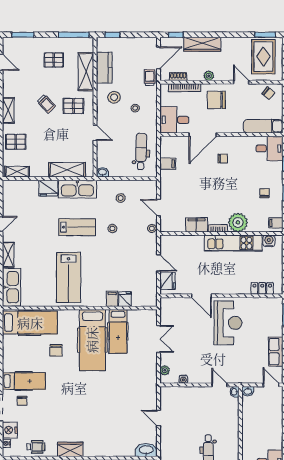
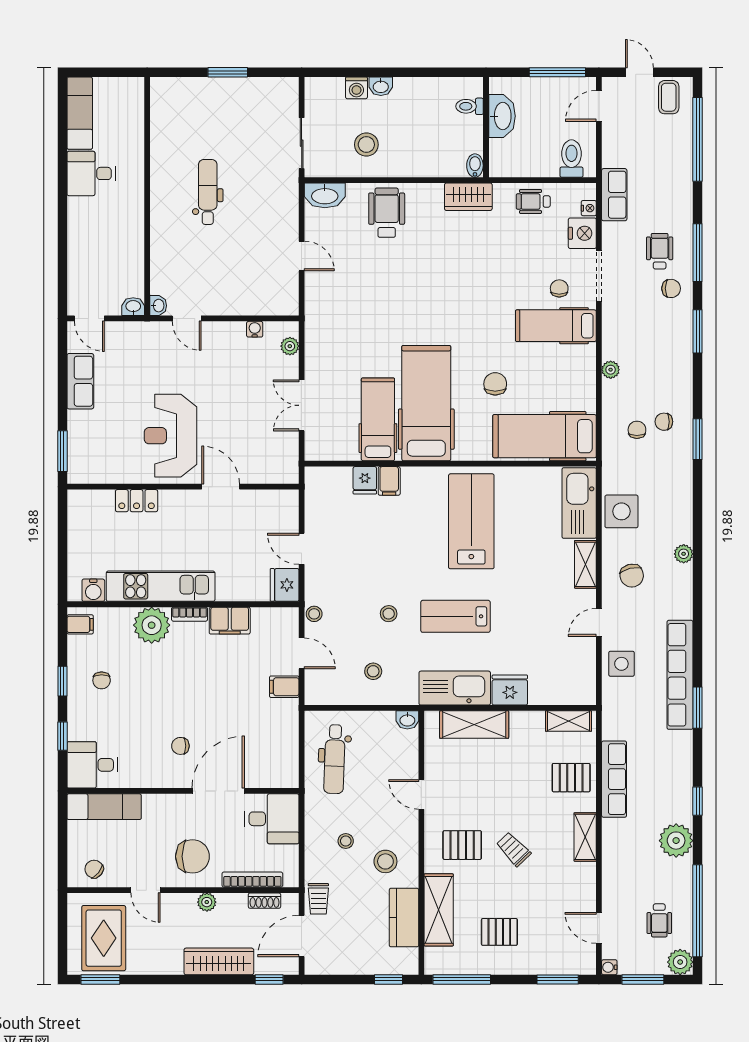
filing cabinet: (168, 164) -> (284, 687), moved
fridge: (168, 281) -> (285, 585), moved
locker: (262, 288) -> (137, 501), moved
wheelchair: (113, 441) -> (387, 213), added

